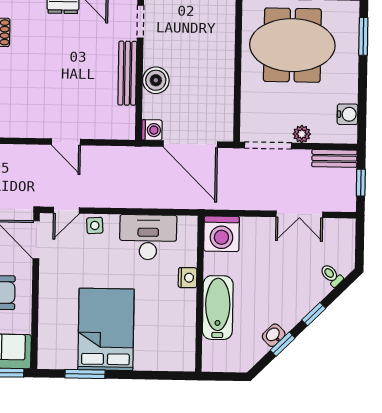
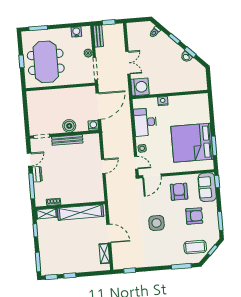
double door: (299, 214) -> (128, 63), moved
bathtub: (218, 308) -> (176, 85), removed
bed: (106, 329) -> (192, 143), width x1.36

